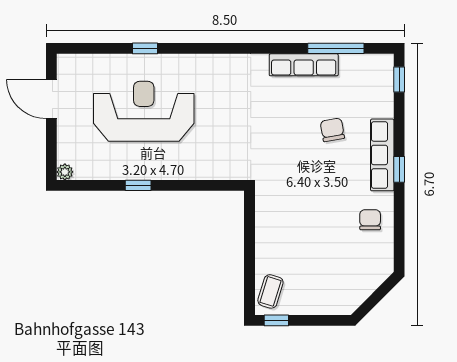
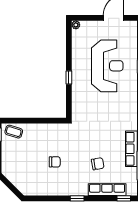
row of seats: (382, 155) -> (107, 190), moved
window: (138, 185) -> (69, 77), moved
chair: (370, 220) -> (55, 162), moved

